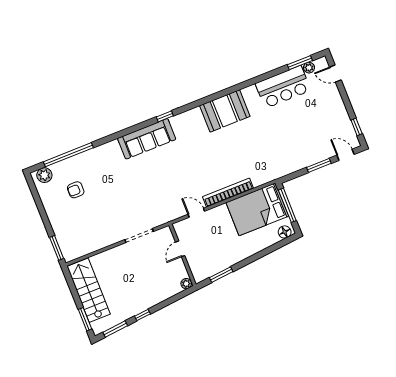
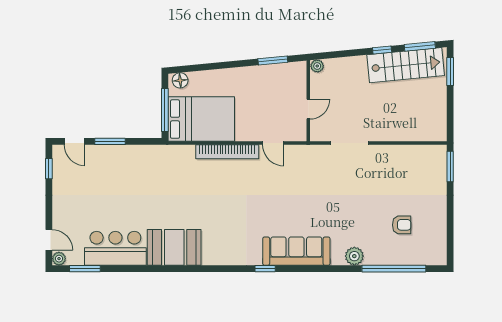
plant: (309, 68) -> (59, 259), moved
booth: (225, 111) -> (174, 247), moved
plant: (44, 175) -> (354, 256), moved
stairs: (89, 290) -> (406, 65), moved, turned -95

